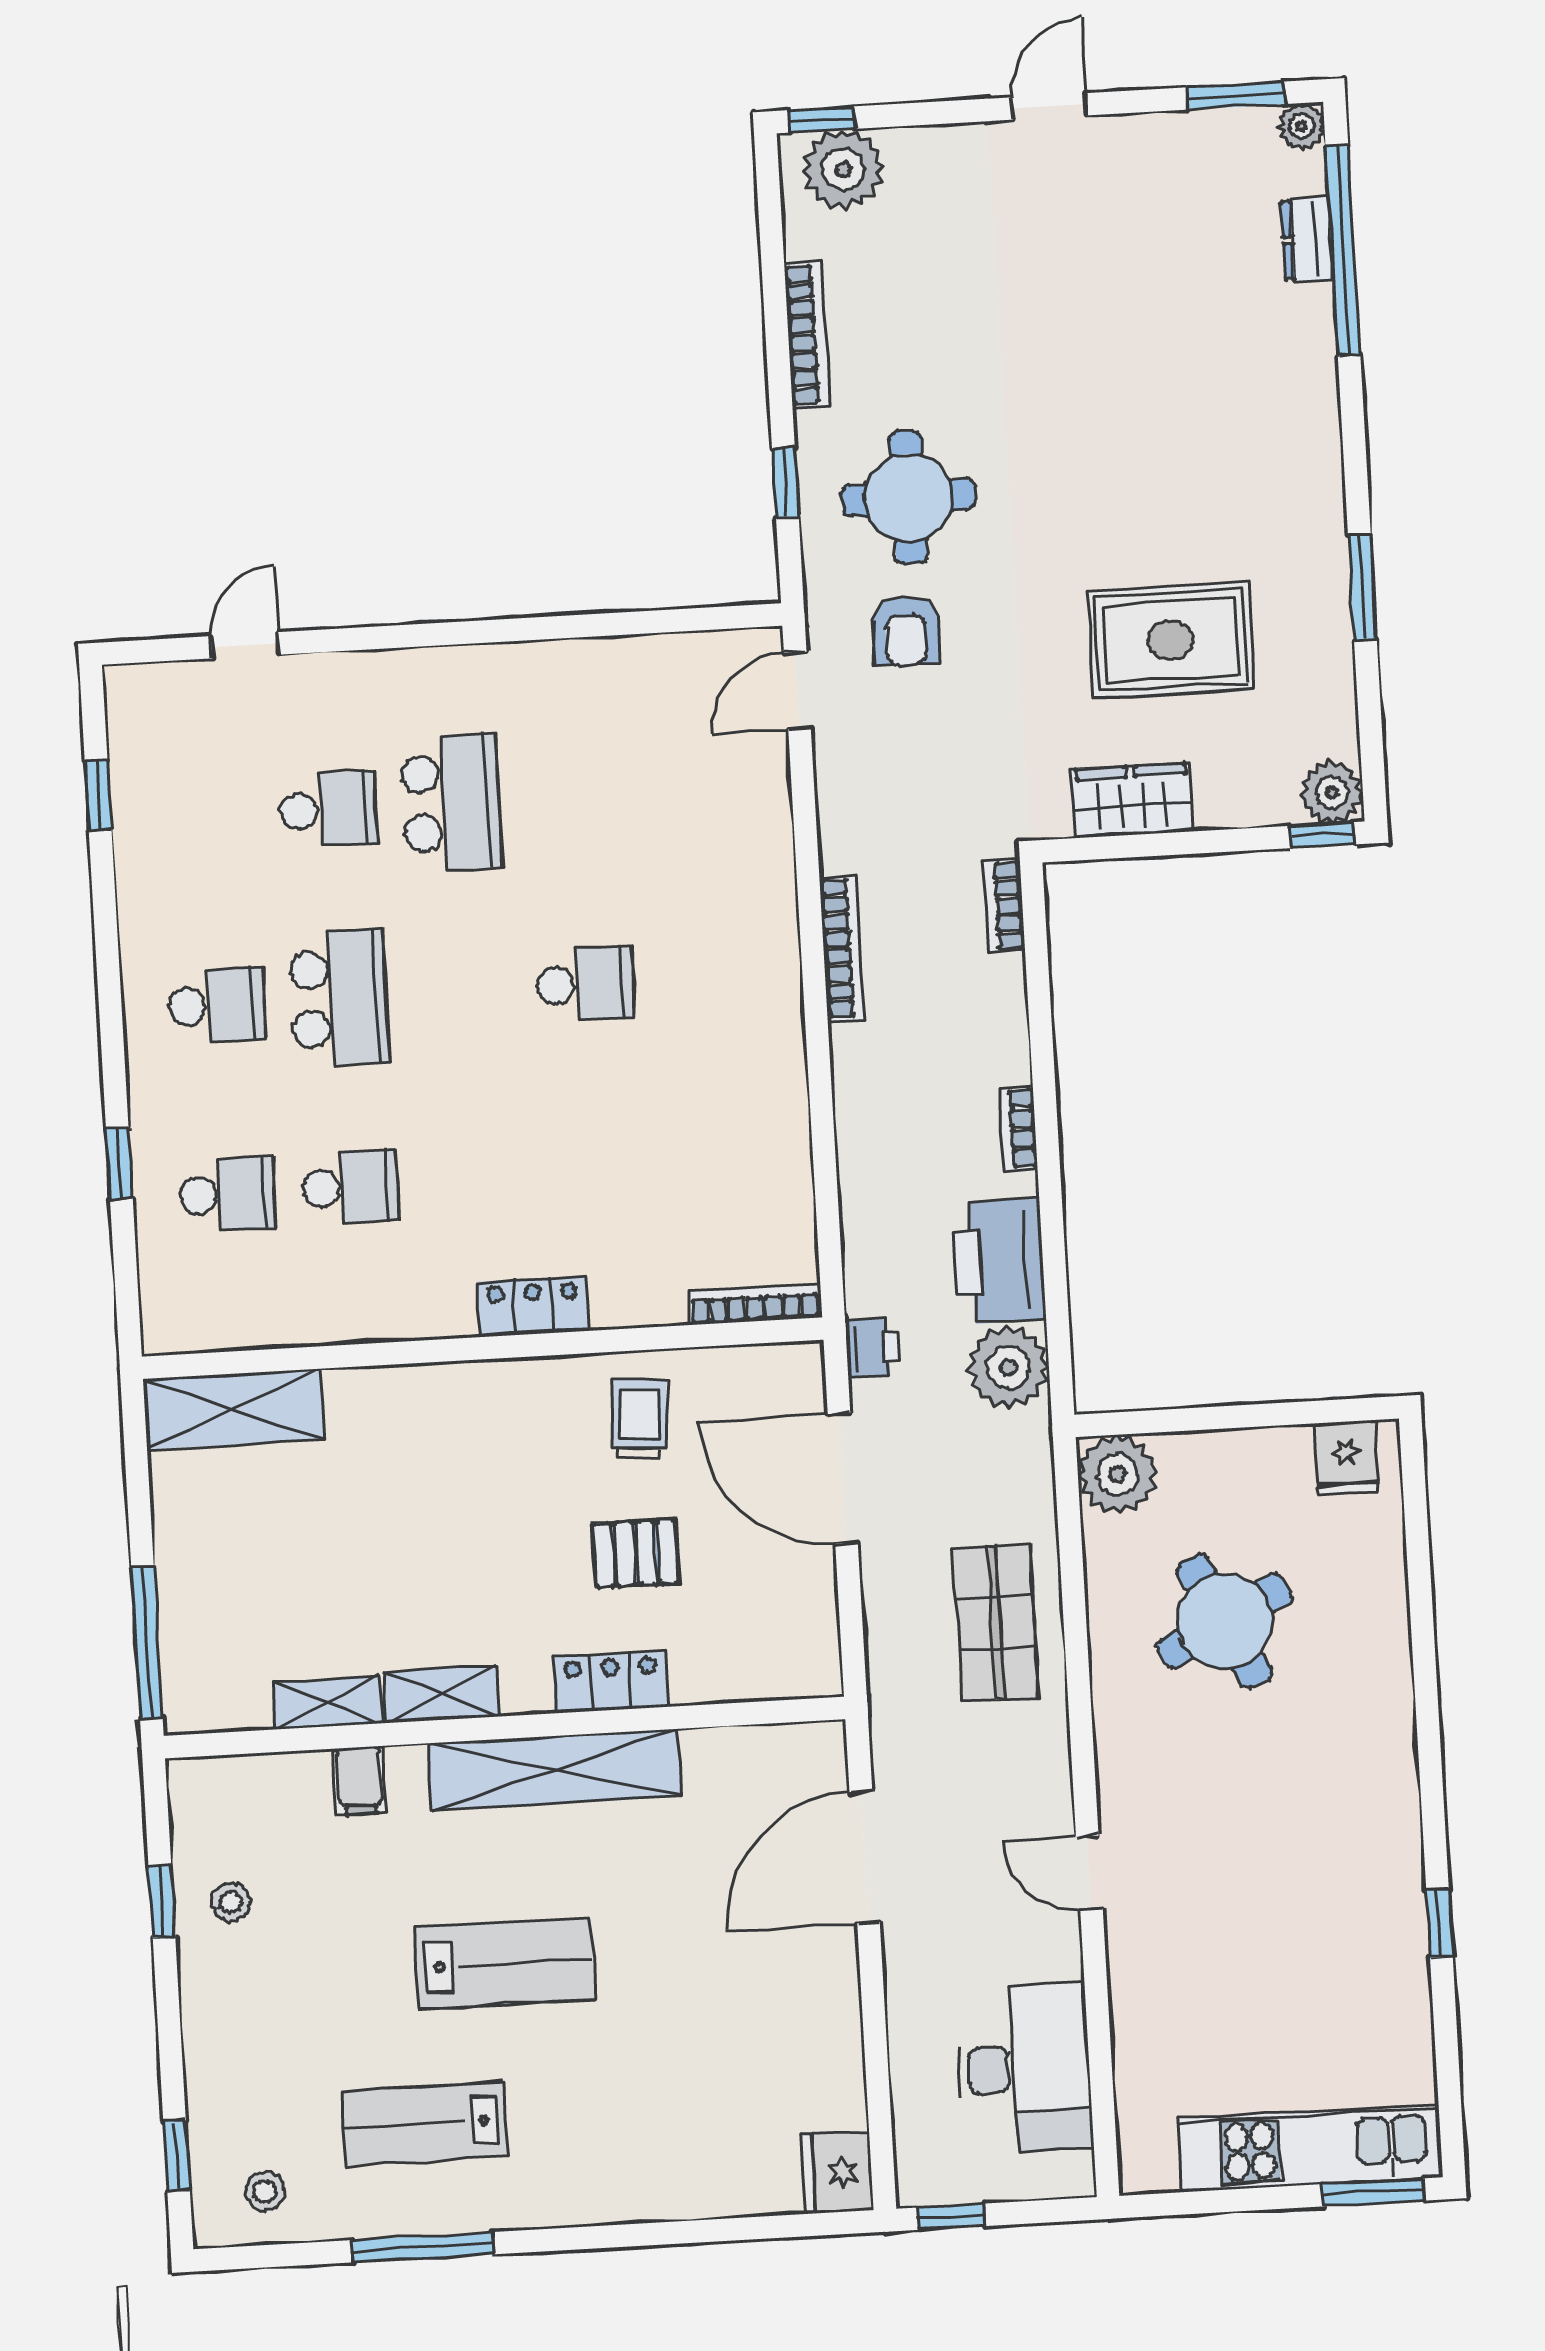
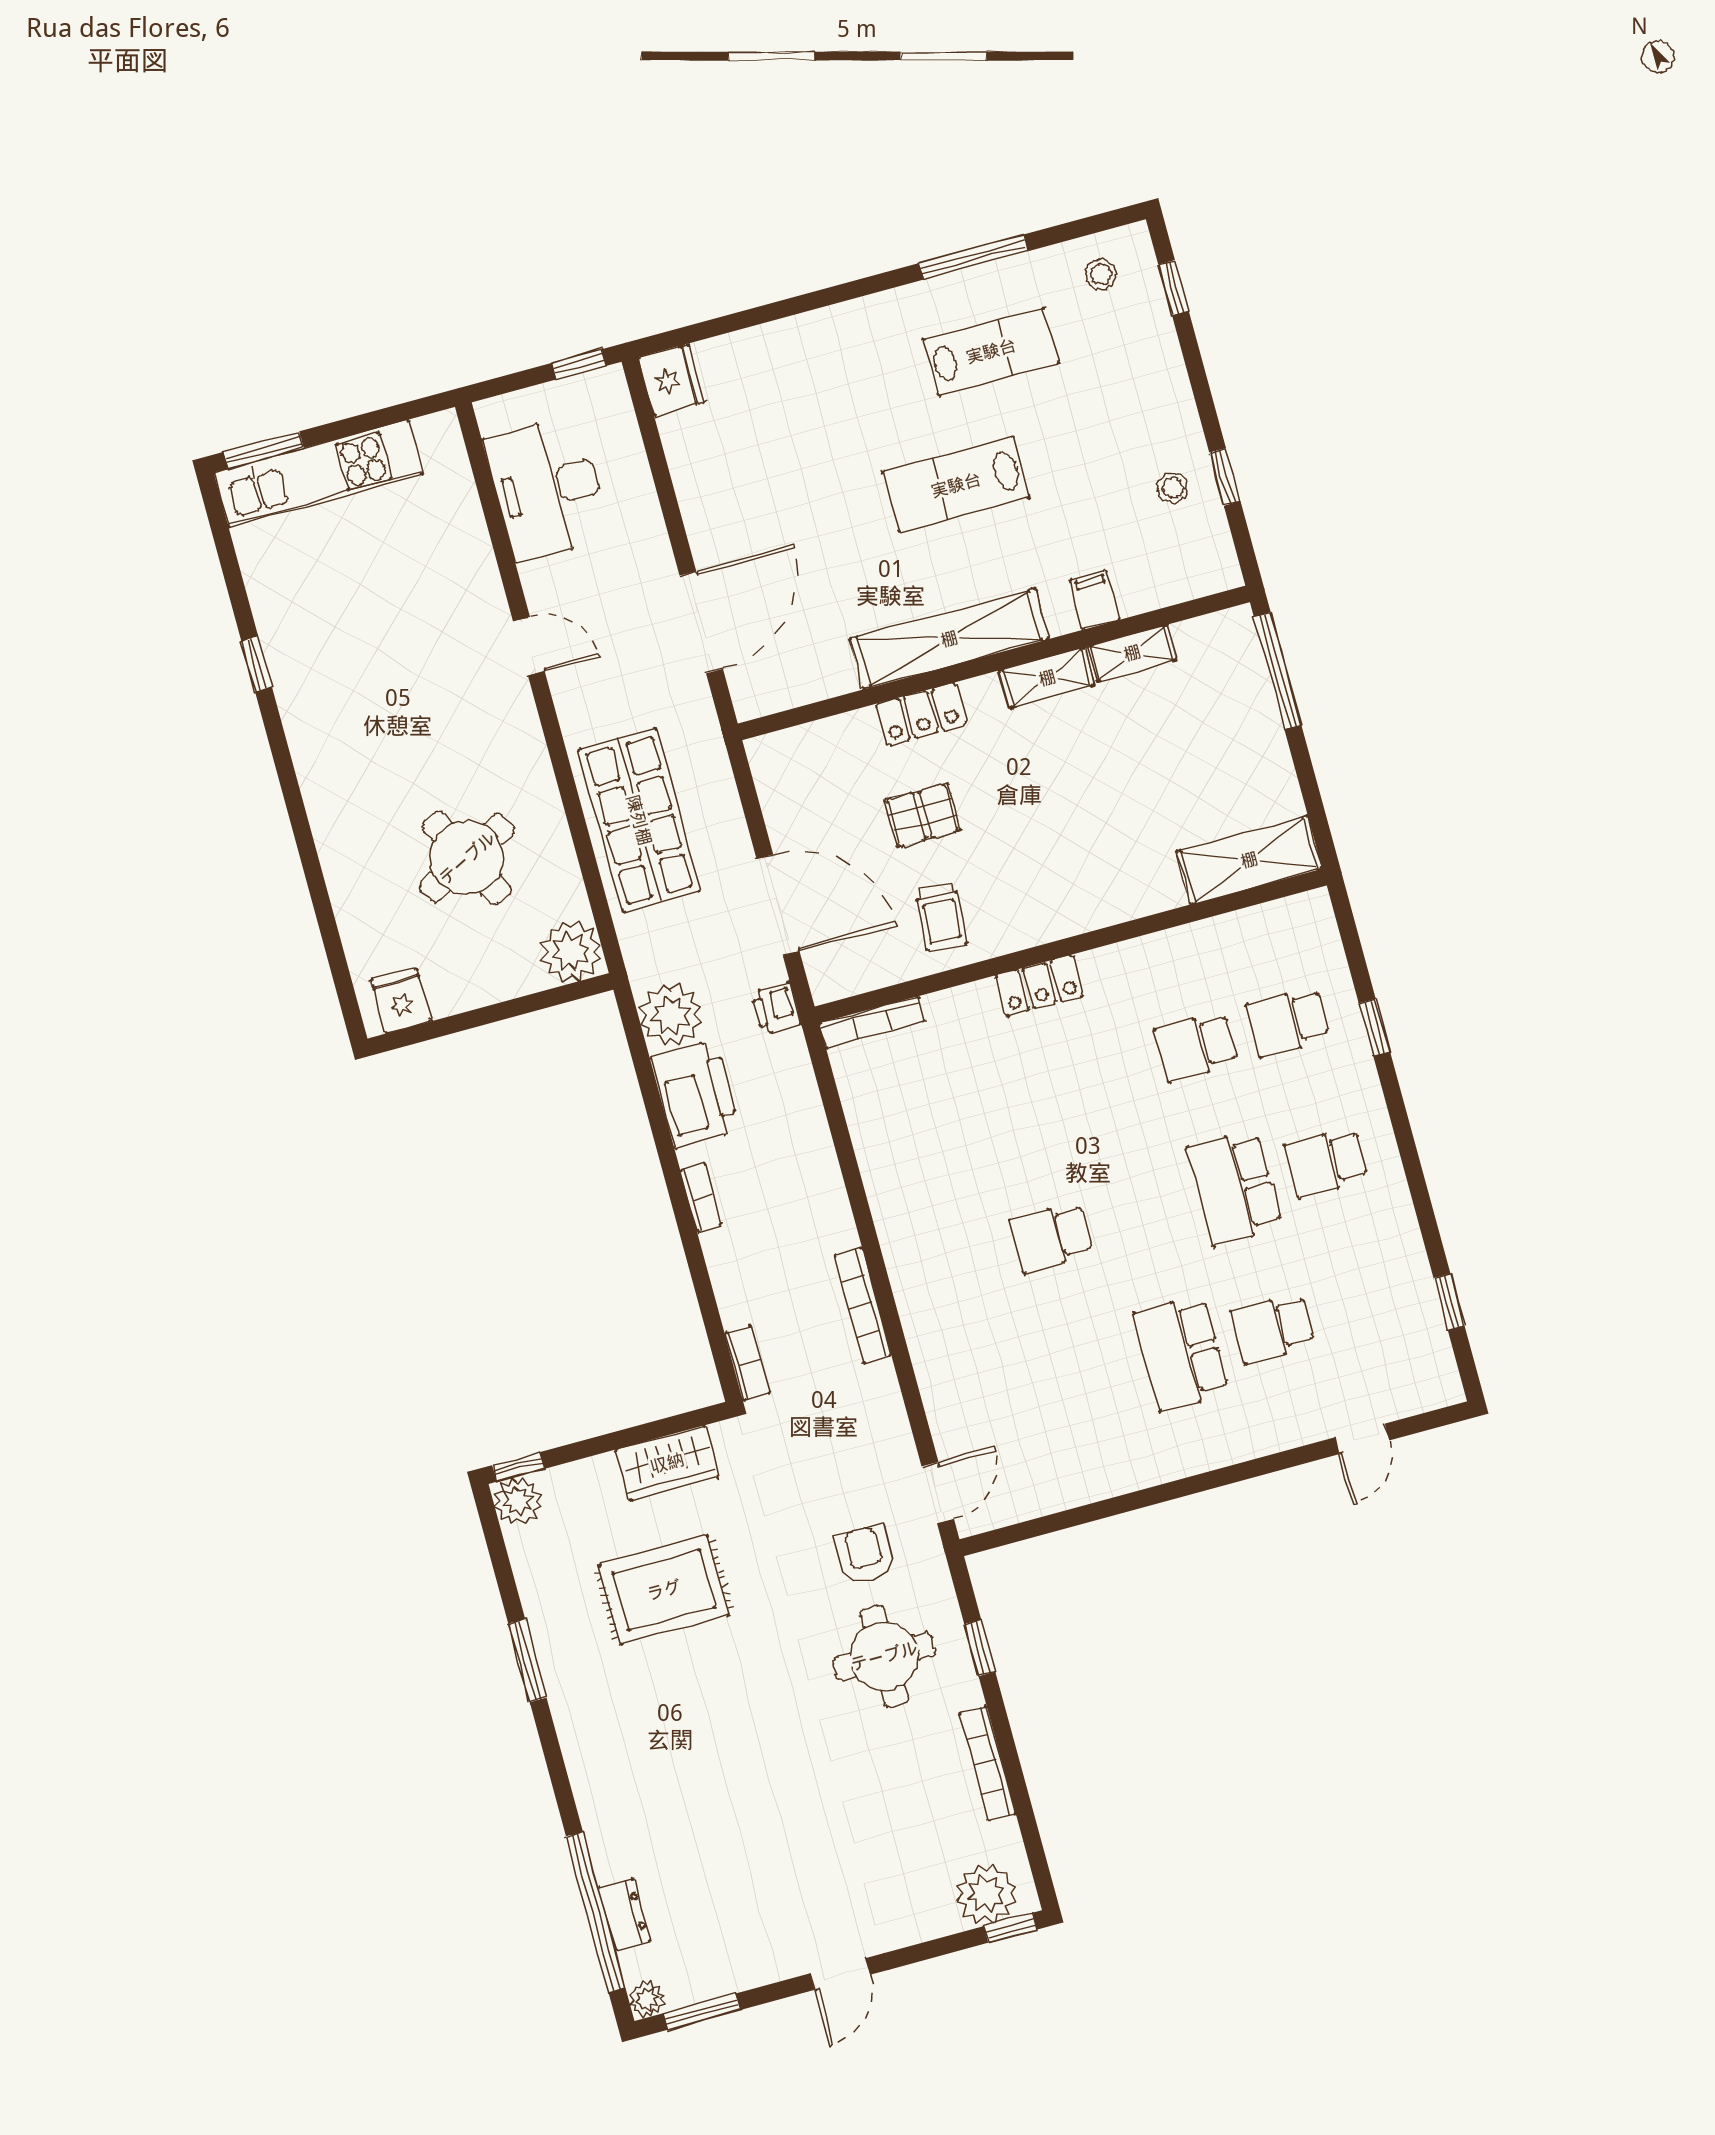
shop shelf: (996, 1623) -> (639, 820), width x1.43, depth x1.36

